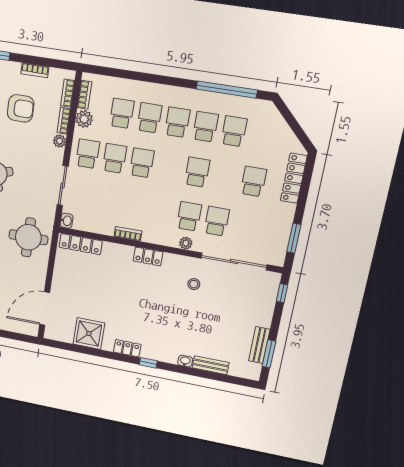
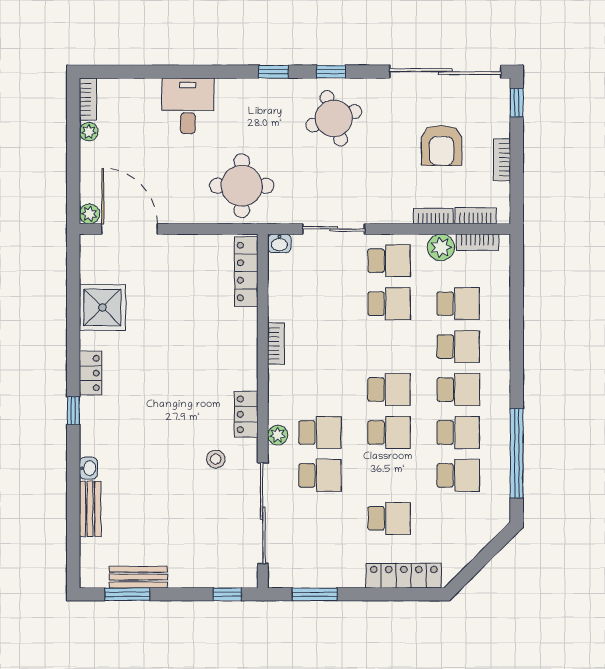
plant: (60, 141) -> (90, 214), moved
school desk: (142, 163) -> (389, 390), moved
locker: (148, 256) -> (246, 414), moved

